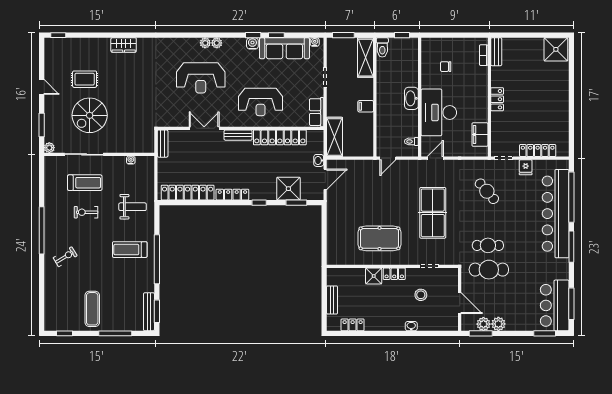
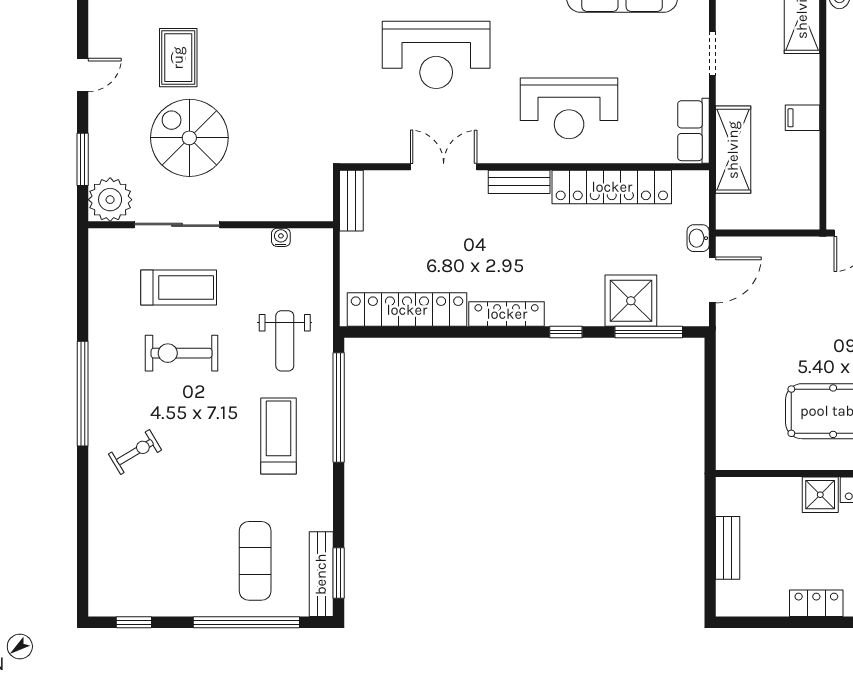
rug: (85, 79) -> (178, 58), turned 90
door: (42, 87) -> (83, 75), hinge flipped
spiral stairs: (90, 115) -> (189, 138), turned 90
shelving: (334, 137) -> (733, 150), moved
plant: (49, 148) -> (110, 200), width x1.87, depth x1.87
window: (296, 203) -> (649, 332), width x1.44
weight bench: (133, 207) -> (285, 341), turned 90
exercise bike: (86, 212) -> (181, 353), width x1.38, depth x1.39
treadmill: (130, 250) -> (278, 436), turned 90
window: (157, 259) -> (339, 408), moved
exercise mat: (92, 309) -> (255, 561), moved
locker: (353, 325) -> (816, 603), moved
window: (115, 333) -> (246, 622), width x1.46

